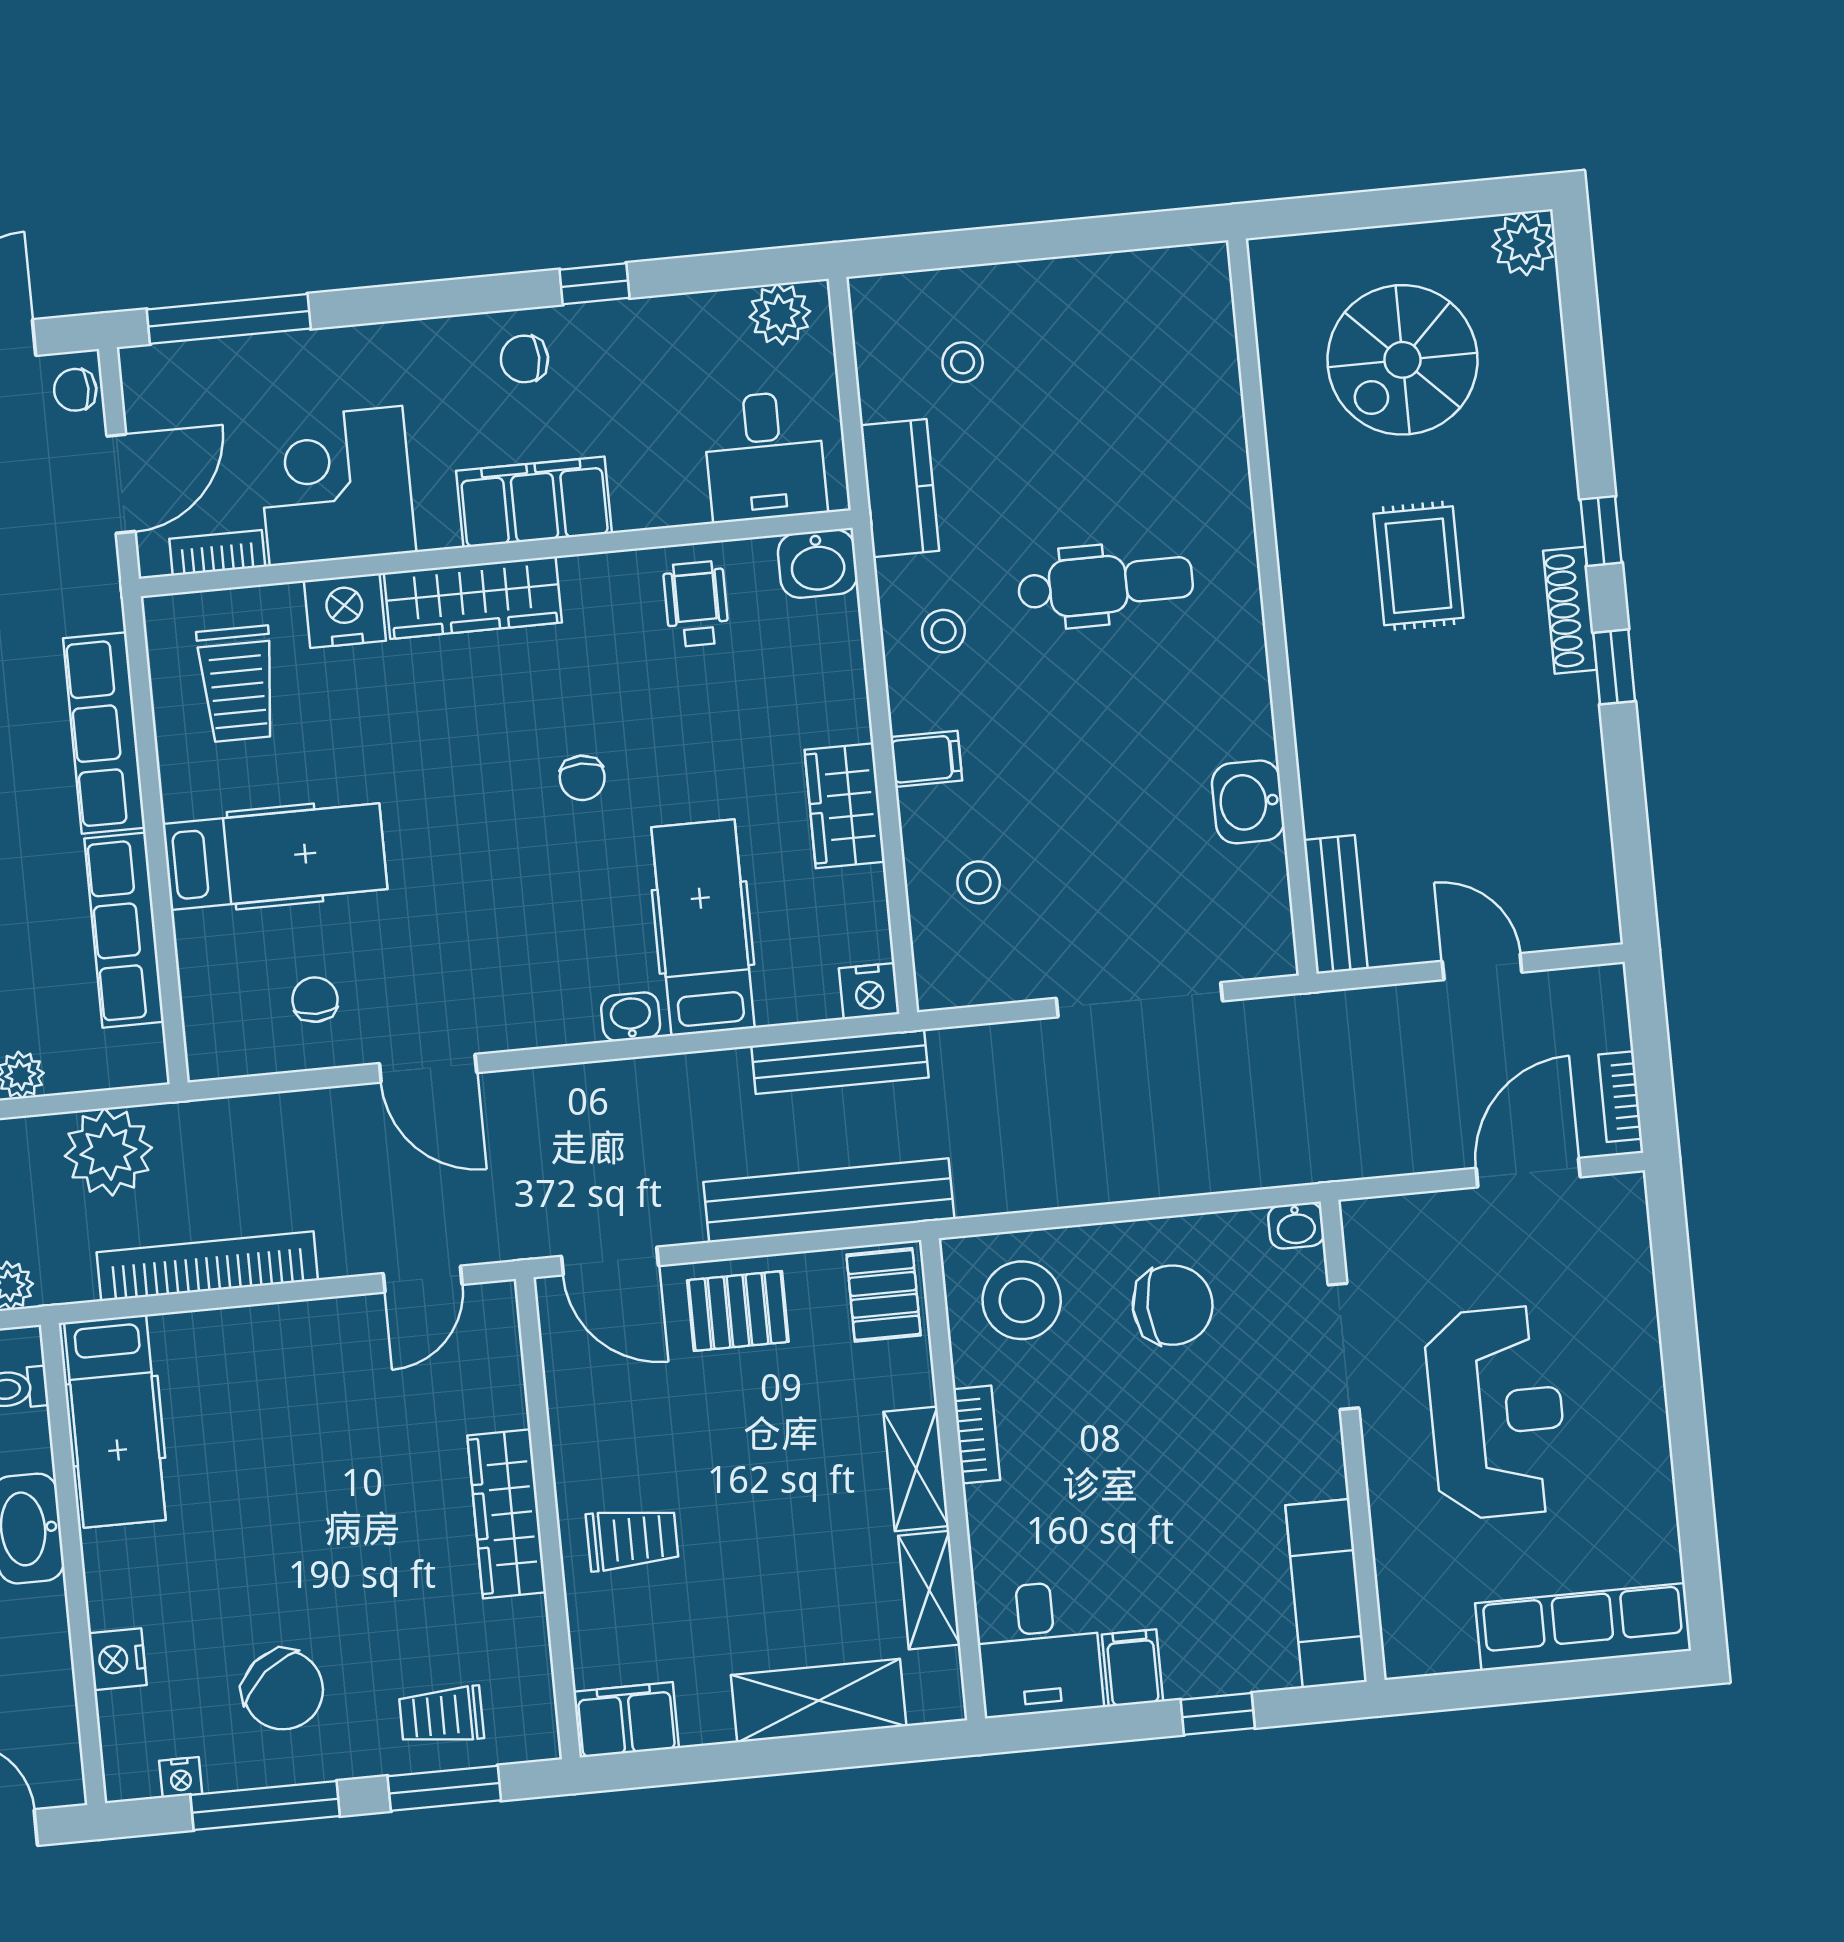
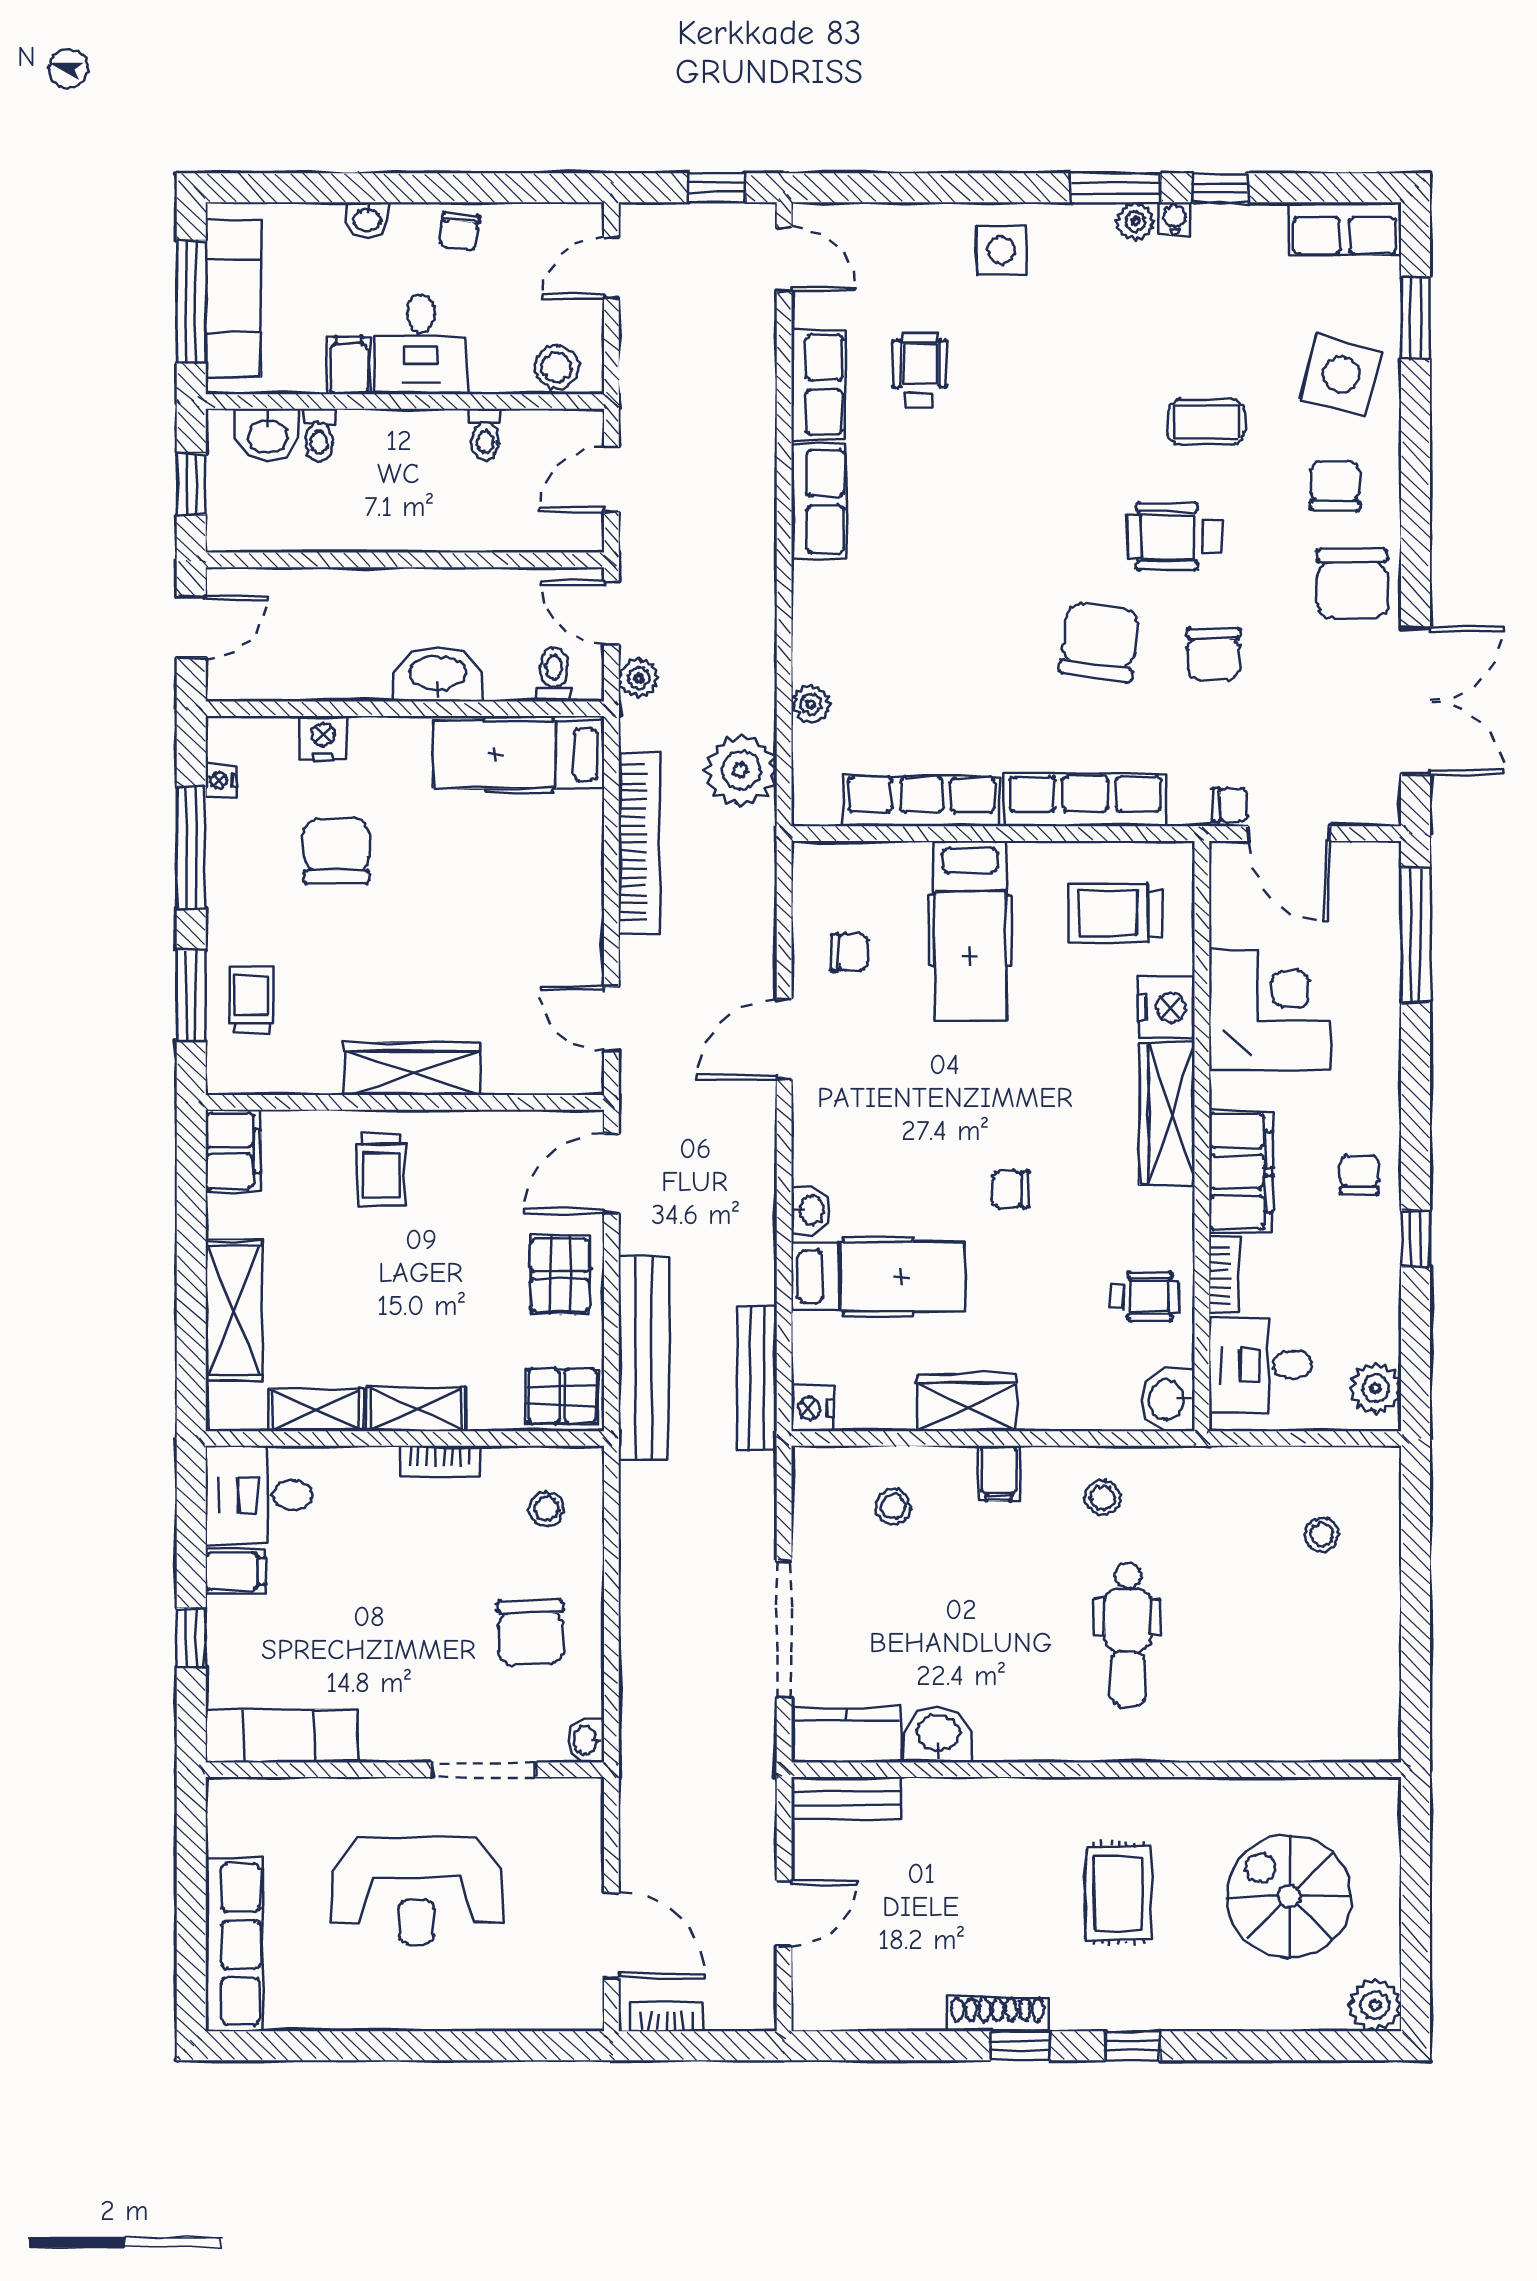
chair: (75, 390) -> (1230, 805), moved, turned 90
kitchen counter: (900, 488) -> (846, 1735), moved, turned 180
bookcase: (217, 553) -> (1224, 1275), moved
rug: (1418, 566) -> (1119, 1893), turned 90
shoe rack: (1570, 610) -> (998, 2014), moved
stool: (1022, 1300) -> (547, 1509), width x0.53, depth x0.53
chair: (283, 1690) -> (336, 851), moved, turned 130

